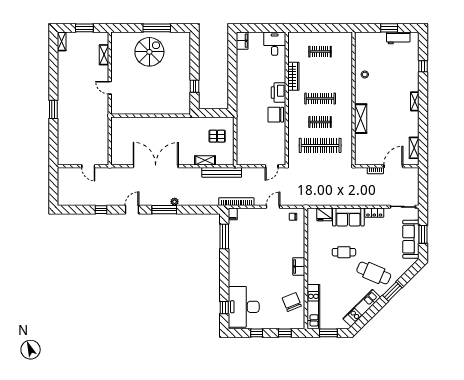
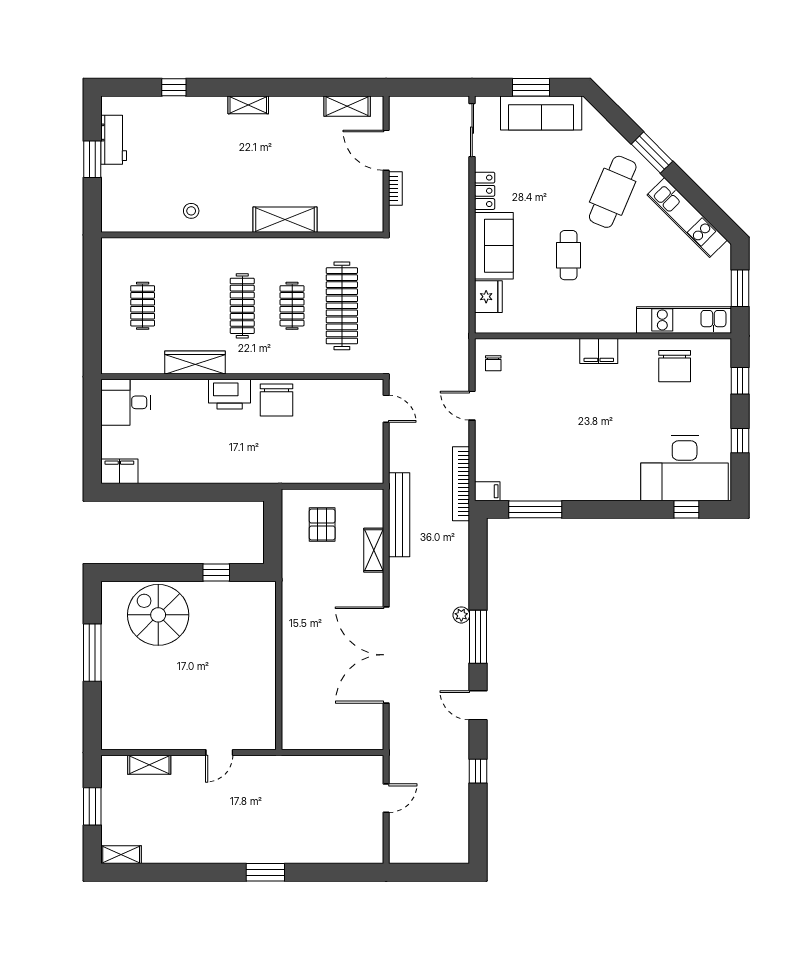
spiral stairs: (149, 52) -> (158, 615), moved
chair: (292, 302) -> (675, 366), turned -68

